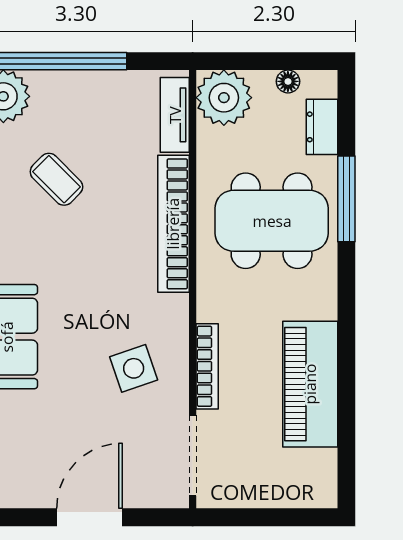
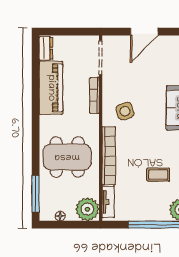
dresser: (322, 127) -> (46, 48), moved
coffee table: (56, 179) -> (158, 175), turned -45
window: (346, 199) -> (36, 194), moved
side table: (134, 368) -> (125, 111), moved

